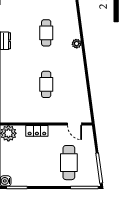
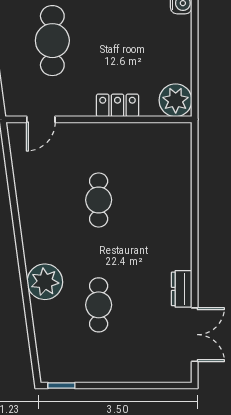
plant: (77, 44) -> (45, 282), width x1.88, depth x1.88
door: (75, 124) -> (41, 119), swing flipped

